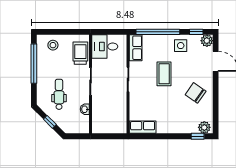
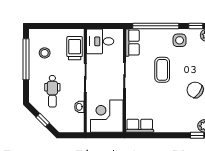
stool: (53, 45) -> (45, 53), moved
dental chair: (59, 94) -> (52, 91), turned 180
corner desk: (111, 118) -> (107, 116), added

